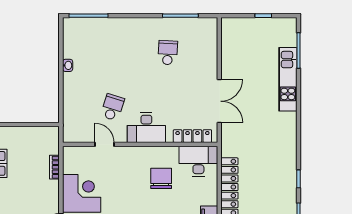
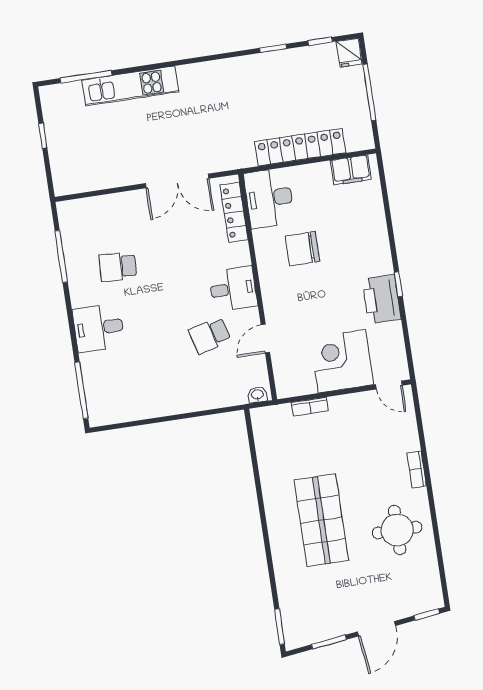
desk: (129, 33) -> (99, 328), added
washbasin: (68, 65) -> (257, 395), moved
double door: (219, 101) -> (177, 181), swing flipped
school desk: (112, 107) -> (210, 335), turned -33
desk: (146, 128) -> (233, 289), width x0.73

